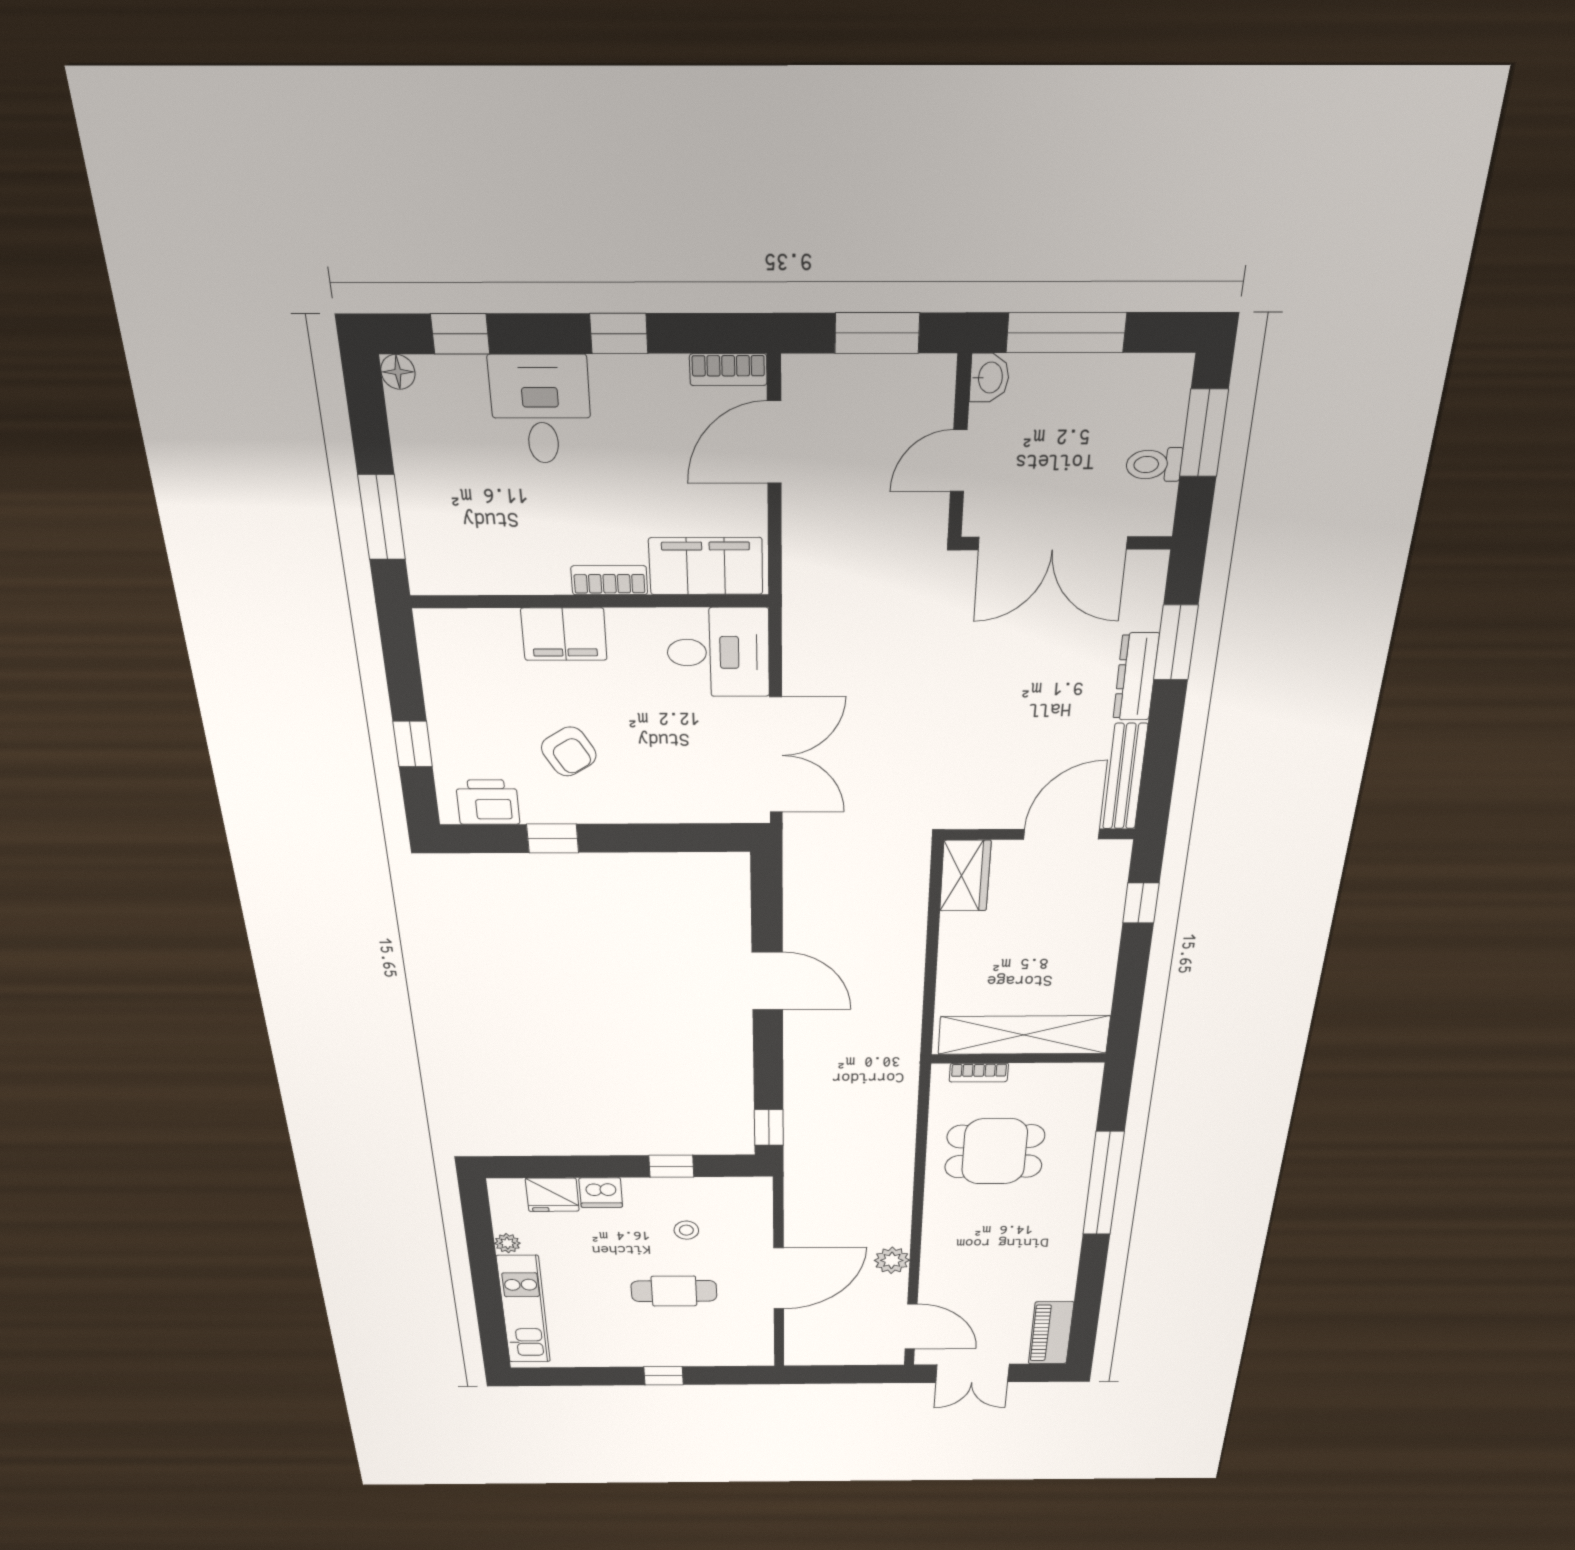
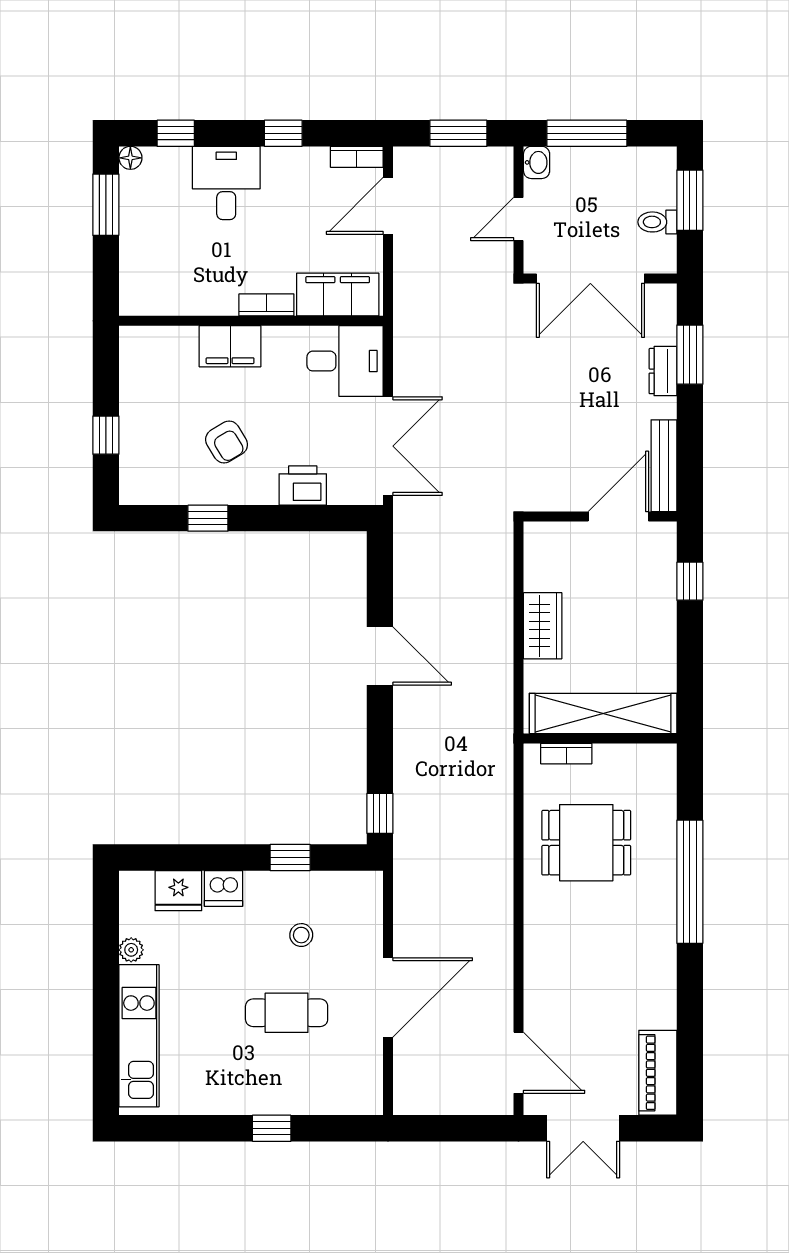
window: (382, 517) -> (106, 205), moved
dresser: (1136, 677) -> (663, 371), width x0.70
printer: (488, 802) -> (303, 486), moved
wardrobe: (965, 876) -> (543, 626), moved
plant: (892, 1260) -> (497, 975), removed

